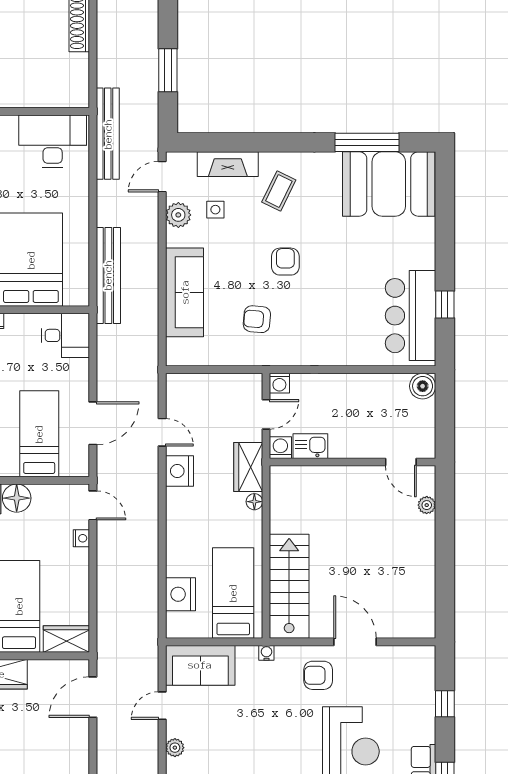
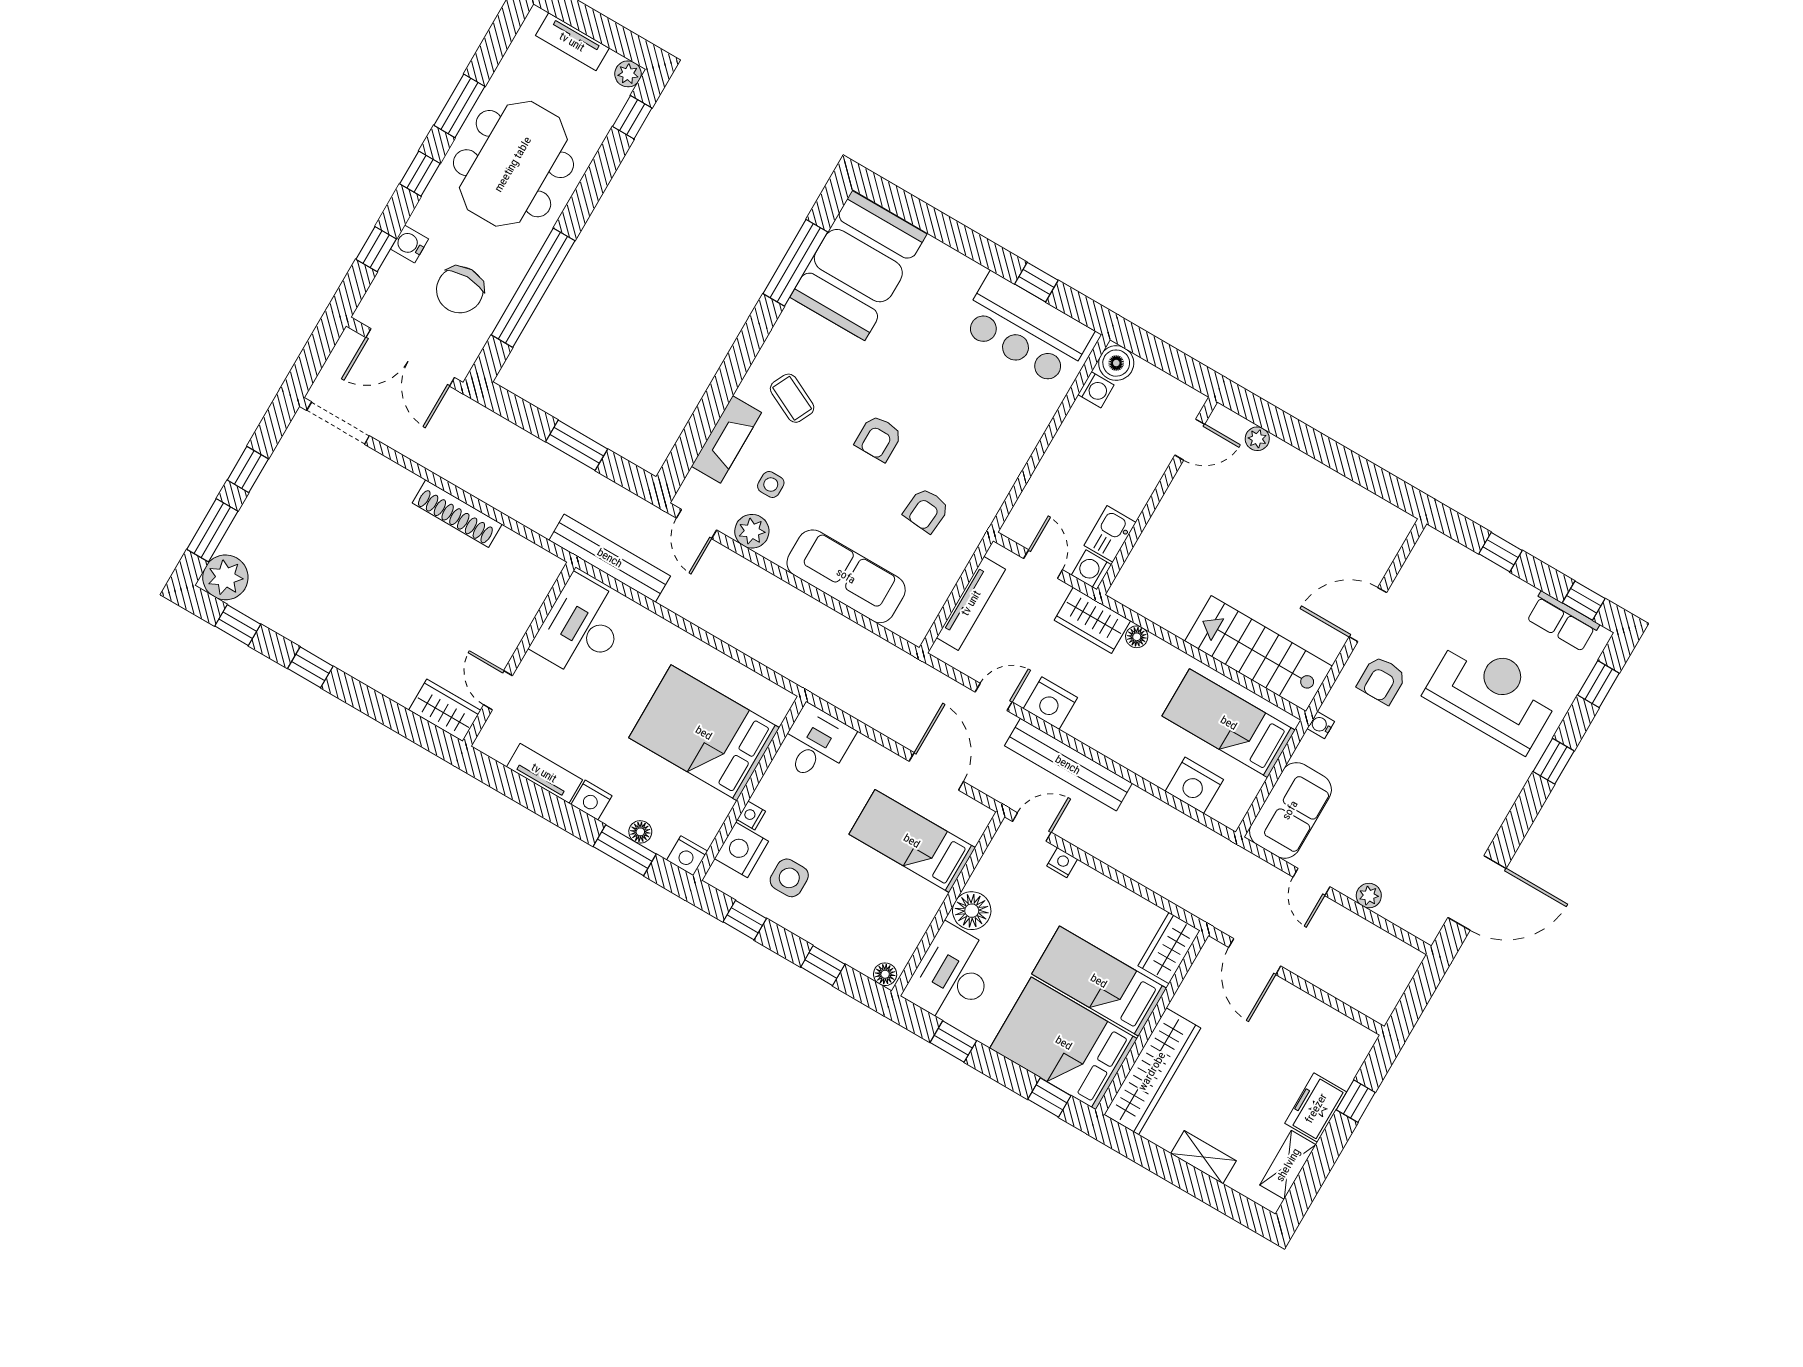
armchair: (285, 262) -> (879, 438), turned -90
bench: (108, 275) -> (1068, 765), moved
tv unit: (214, 383) -> (971, 603), added
washing machine: (279, 383) -> (1096, 390), moved

